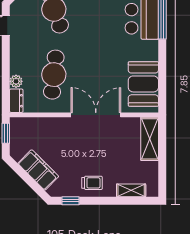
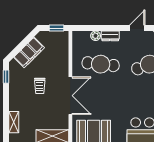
dresser: (16, 101) -> (110, 36), moved
trolley: (92, 183) -> (40, 86), moved

